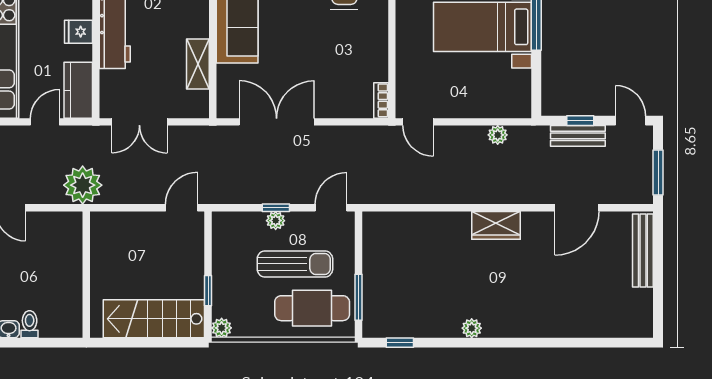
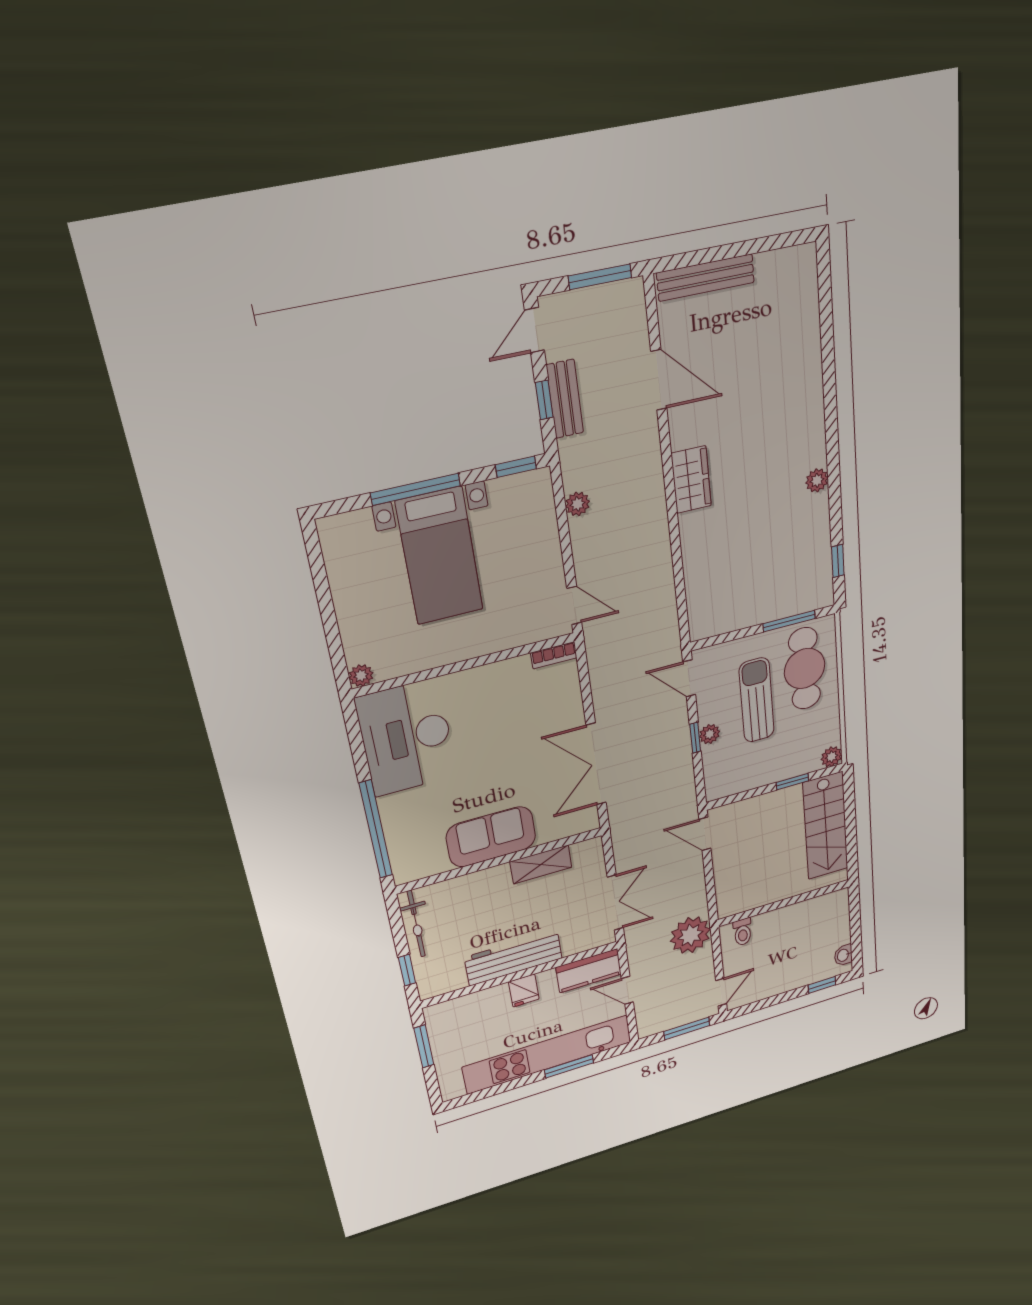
window: (536, 93) -> (516, 467), added
door: (418, 122) -> (574, 605), hinge flipped
toilet: (30, 324) -> (743, 932), moved, turned -90

